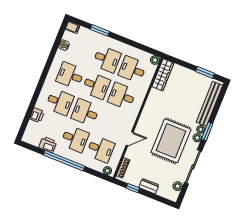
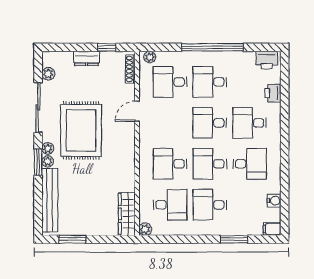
desk: (122, 96) -> (170, 164), turned 180
desk: (85, 112) -> (210, 123), turned 180
printer: (48, 145) -> (267, 60), moved

